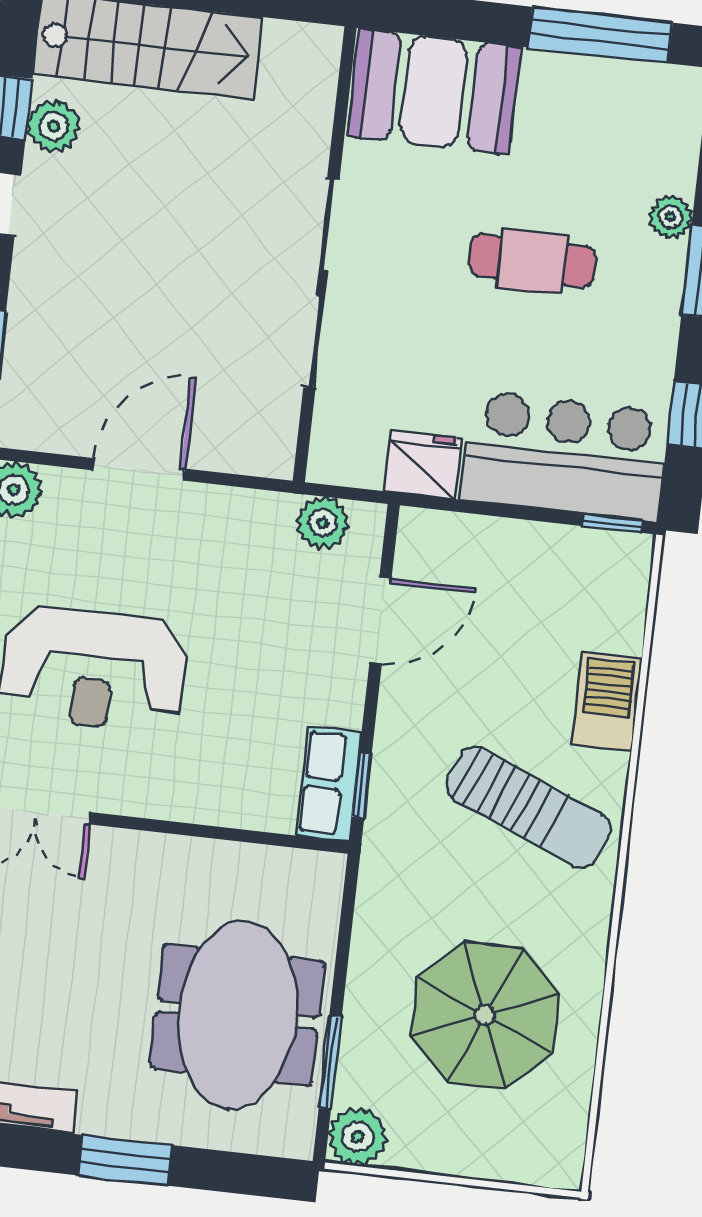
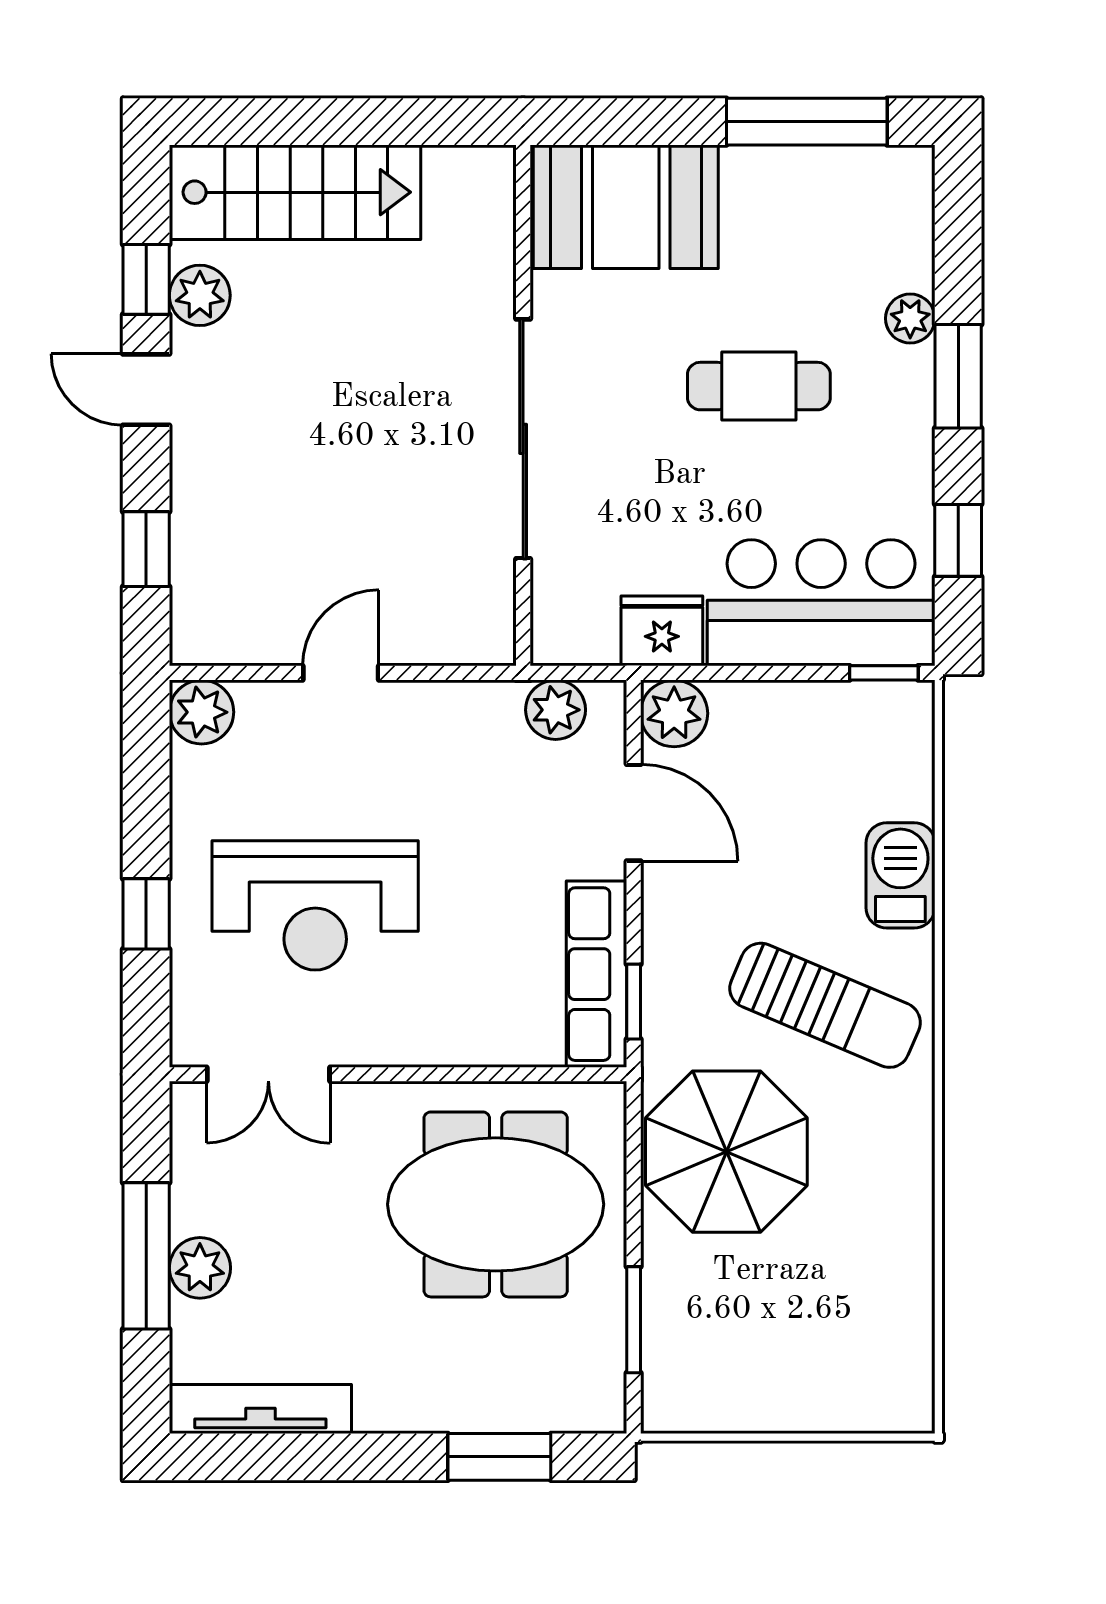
door: (139, 469) -> (341, 673), width x0.73
door: (381, 620) -> (634, 813), hinge flipped
row of seats: (329, 784) -> (596, 974), width x1.48
meeting table: (237, 1015) -> (496, 1204), moved, turned 90
parasol: (485, 1015) -> (726, 1152), moved
plant: (357, 1137) -> (674, 713), moved
window: (125, 1160) -> (499, 1457), moved

